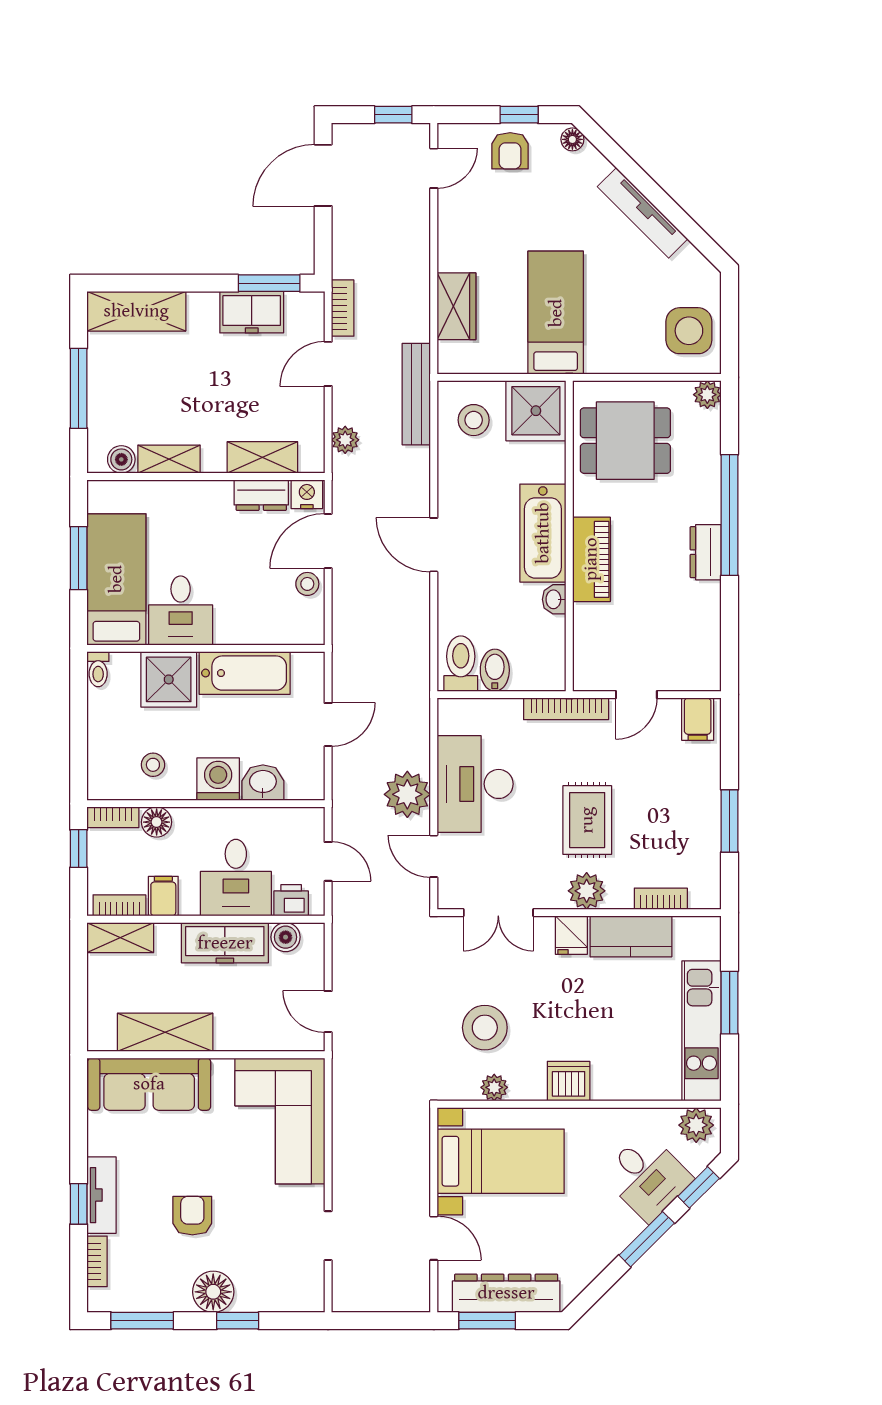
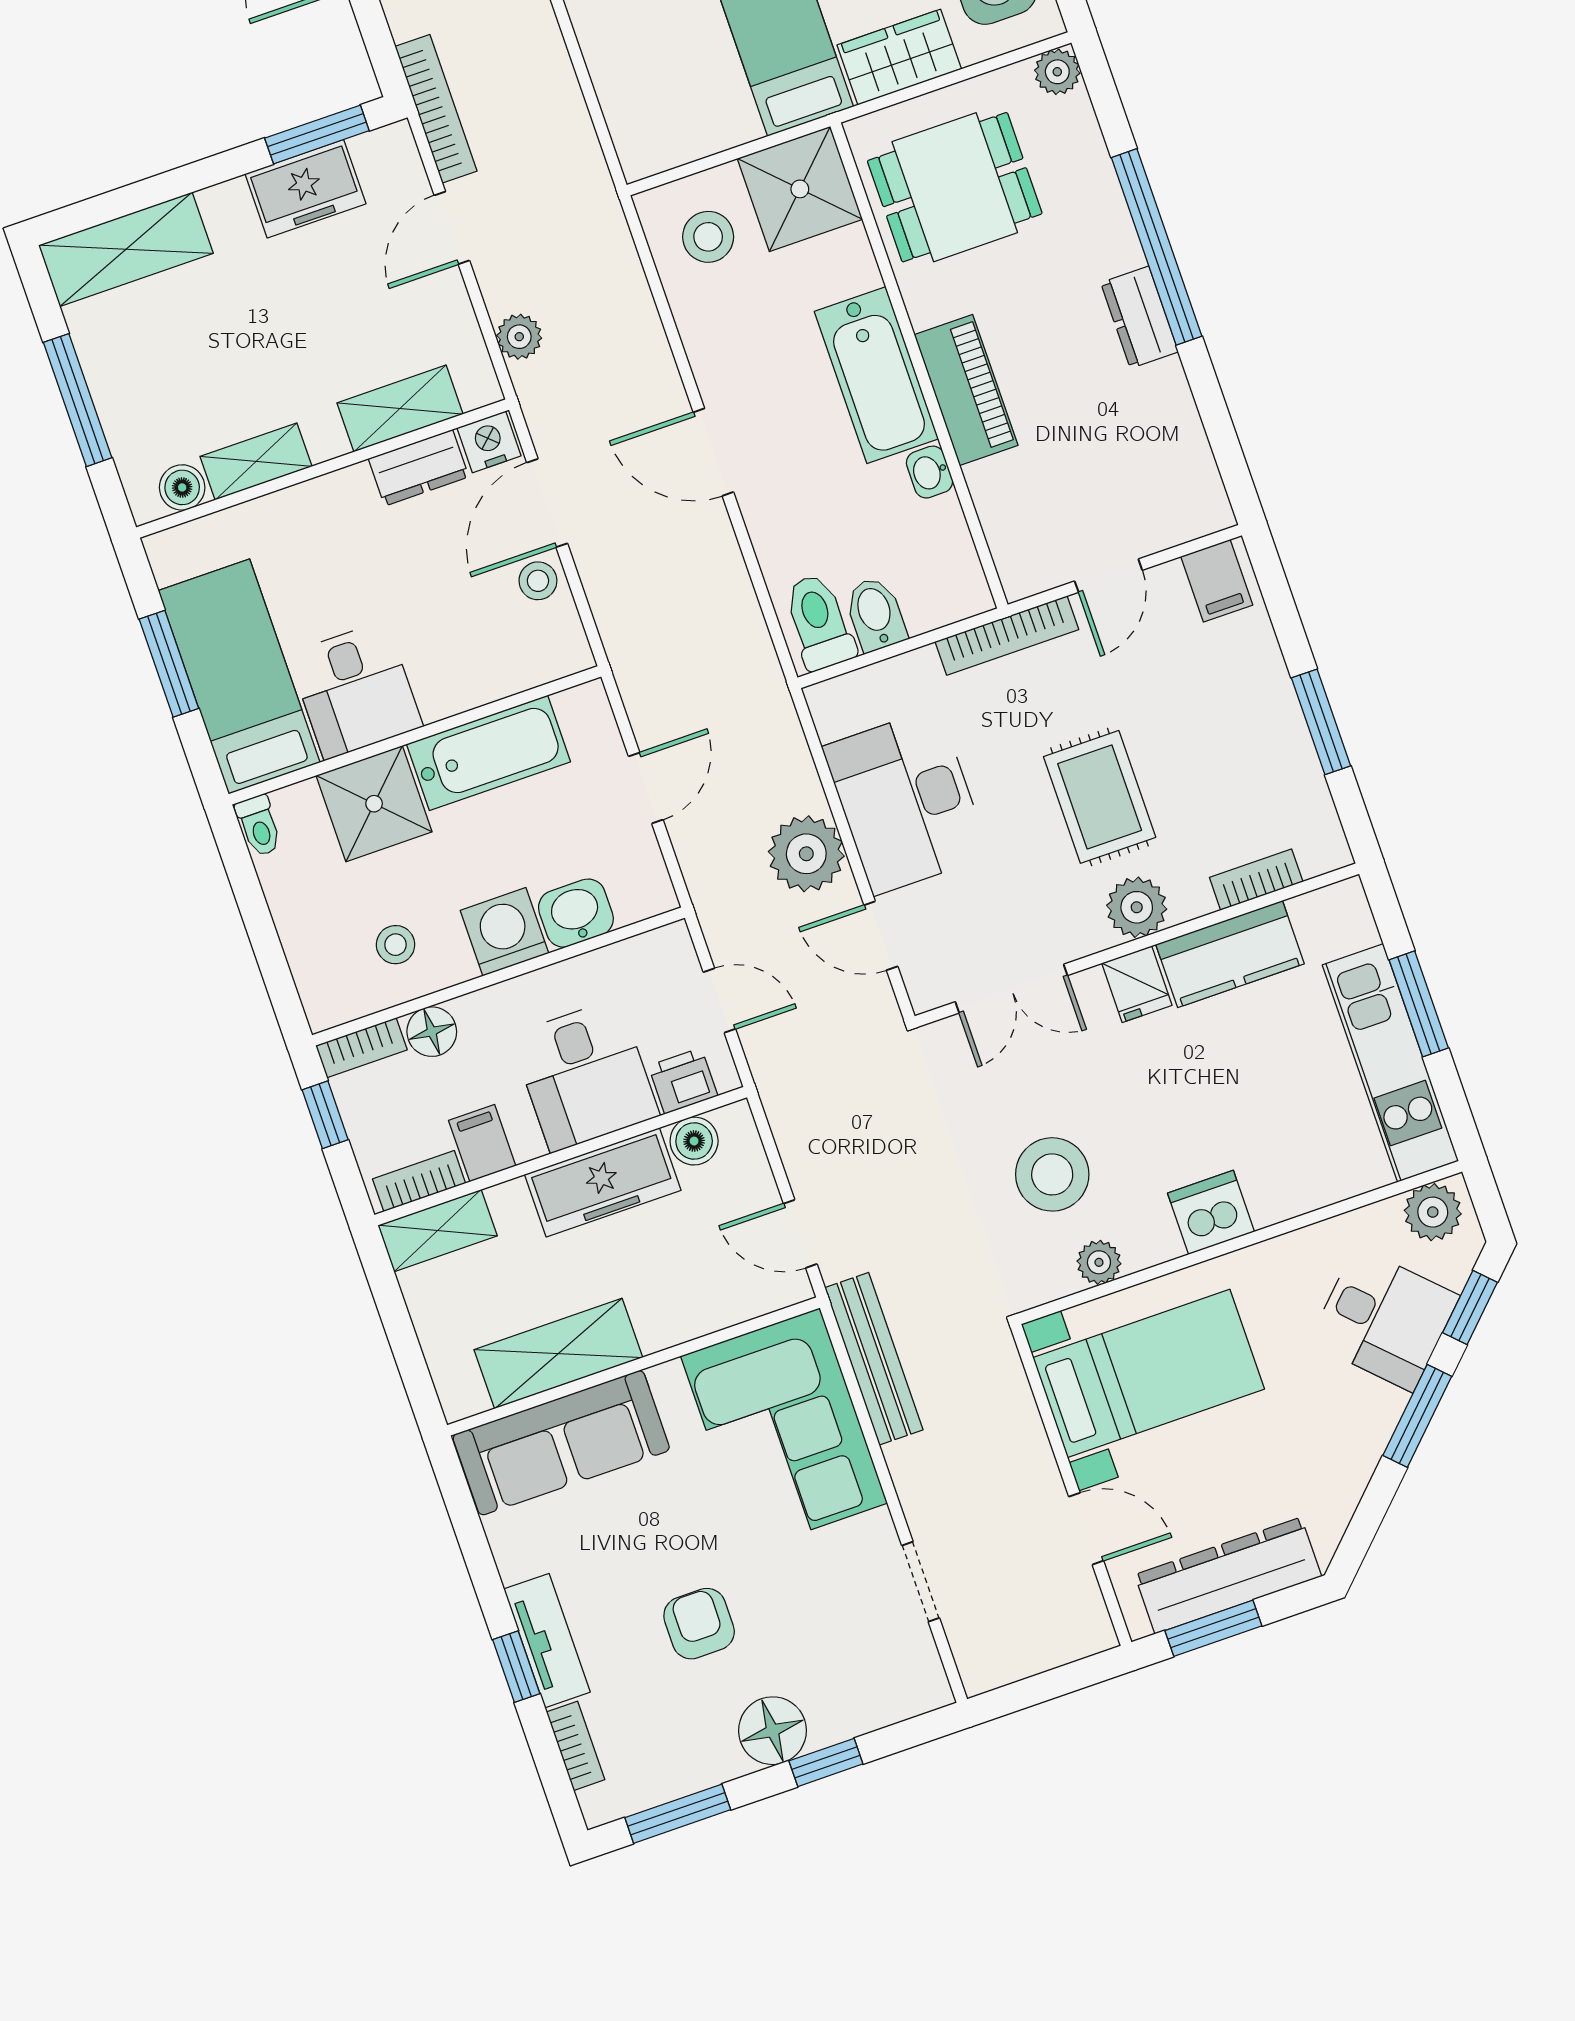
wardrobe: (456, 306) -> (899, 57), moved, turned -90
bookcase: (343, 308) -> (436, 109), width x1.56
bench: (416, 394) -> (874, 1359), moved

